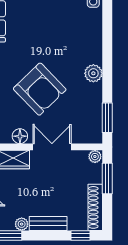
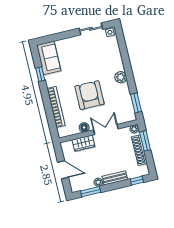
armchair: (40, 89) -> (89, 95), turned -136
shoe rack: (95, 207) -> (139, 150), moved

